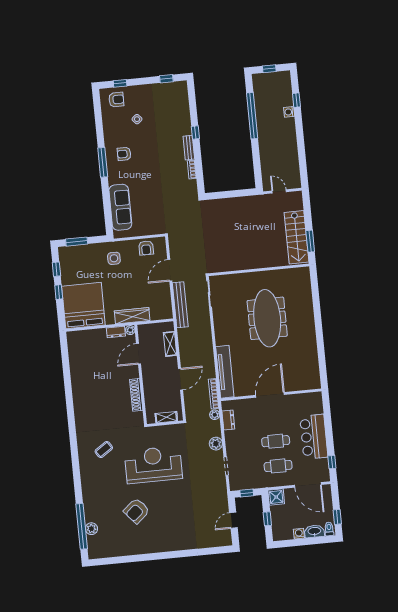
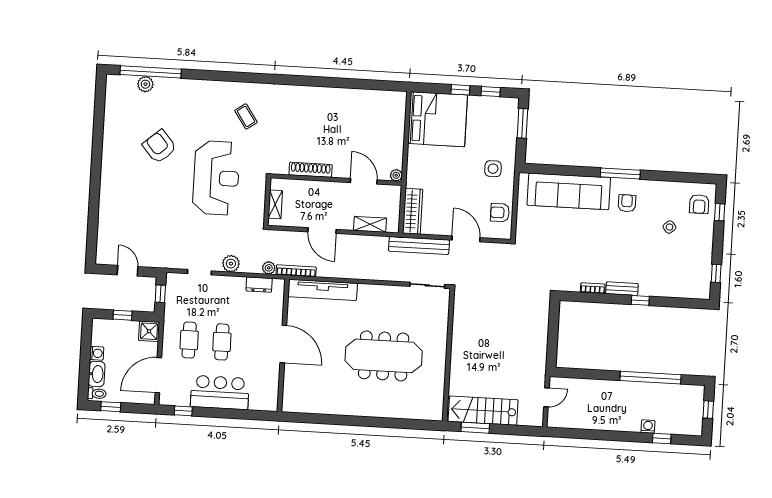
sofa: (120, 207) -> (569, 191), width x1.36, depth x1.27
wardrobe: (132, 316) -> (413, 211), moved
dresser: (116, 332) -> (397, 156), removed

